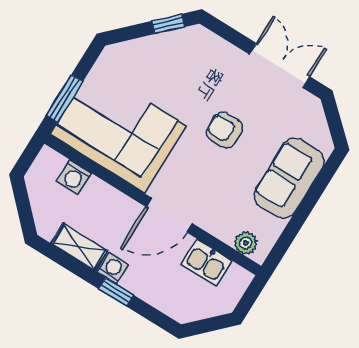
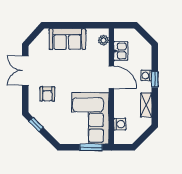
armchair: (224, 130) -> (47, 94), moved
washing machine: (113, 268) -> (146, 76), moved

